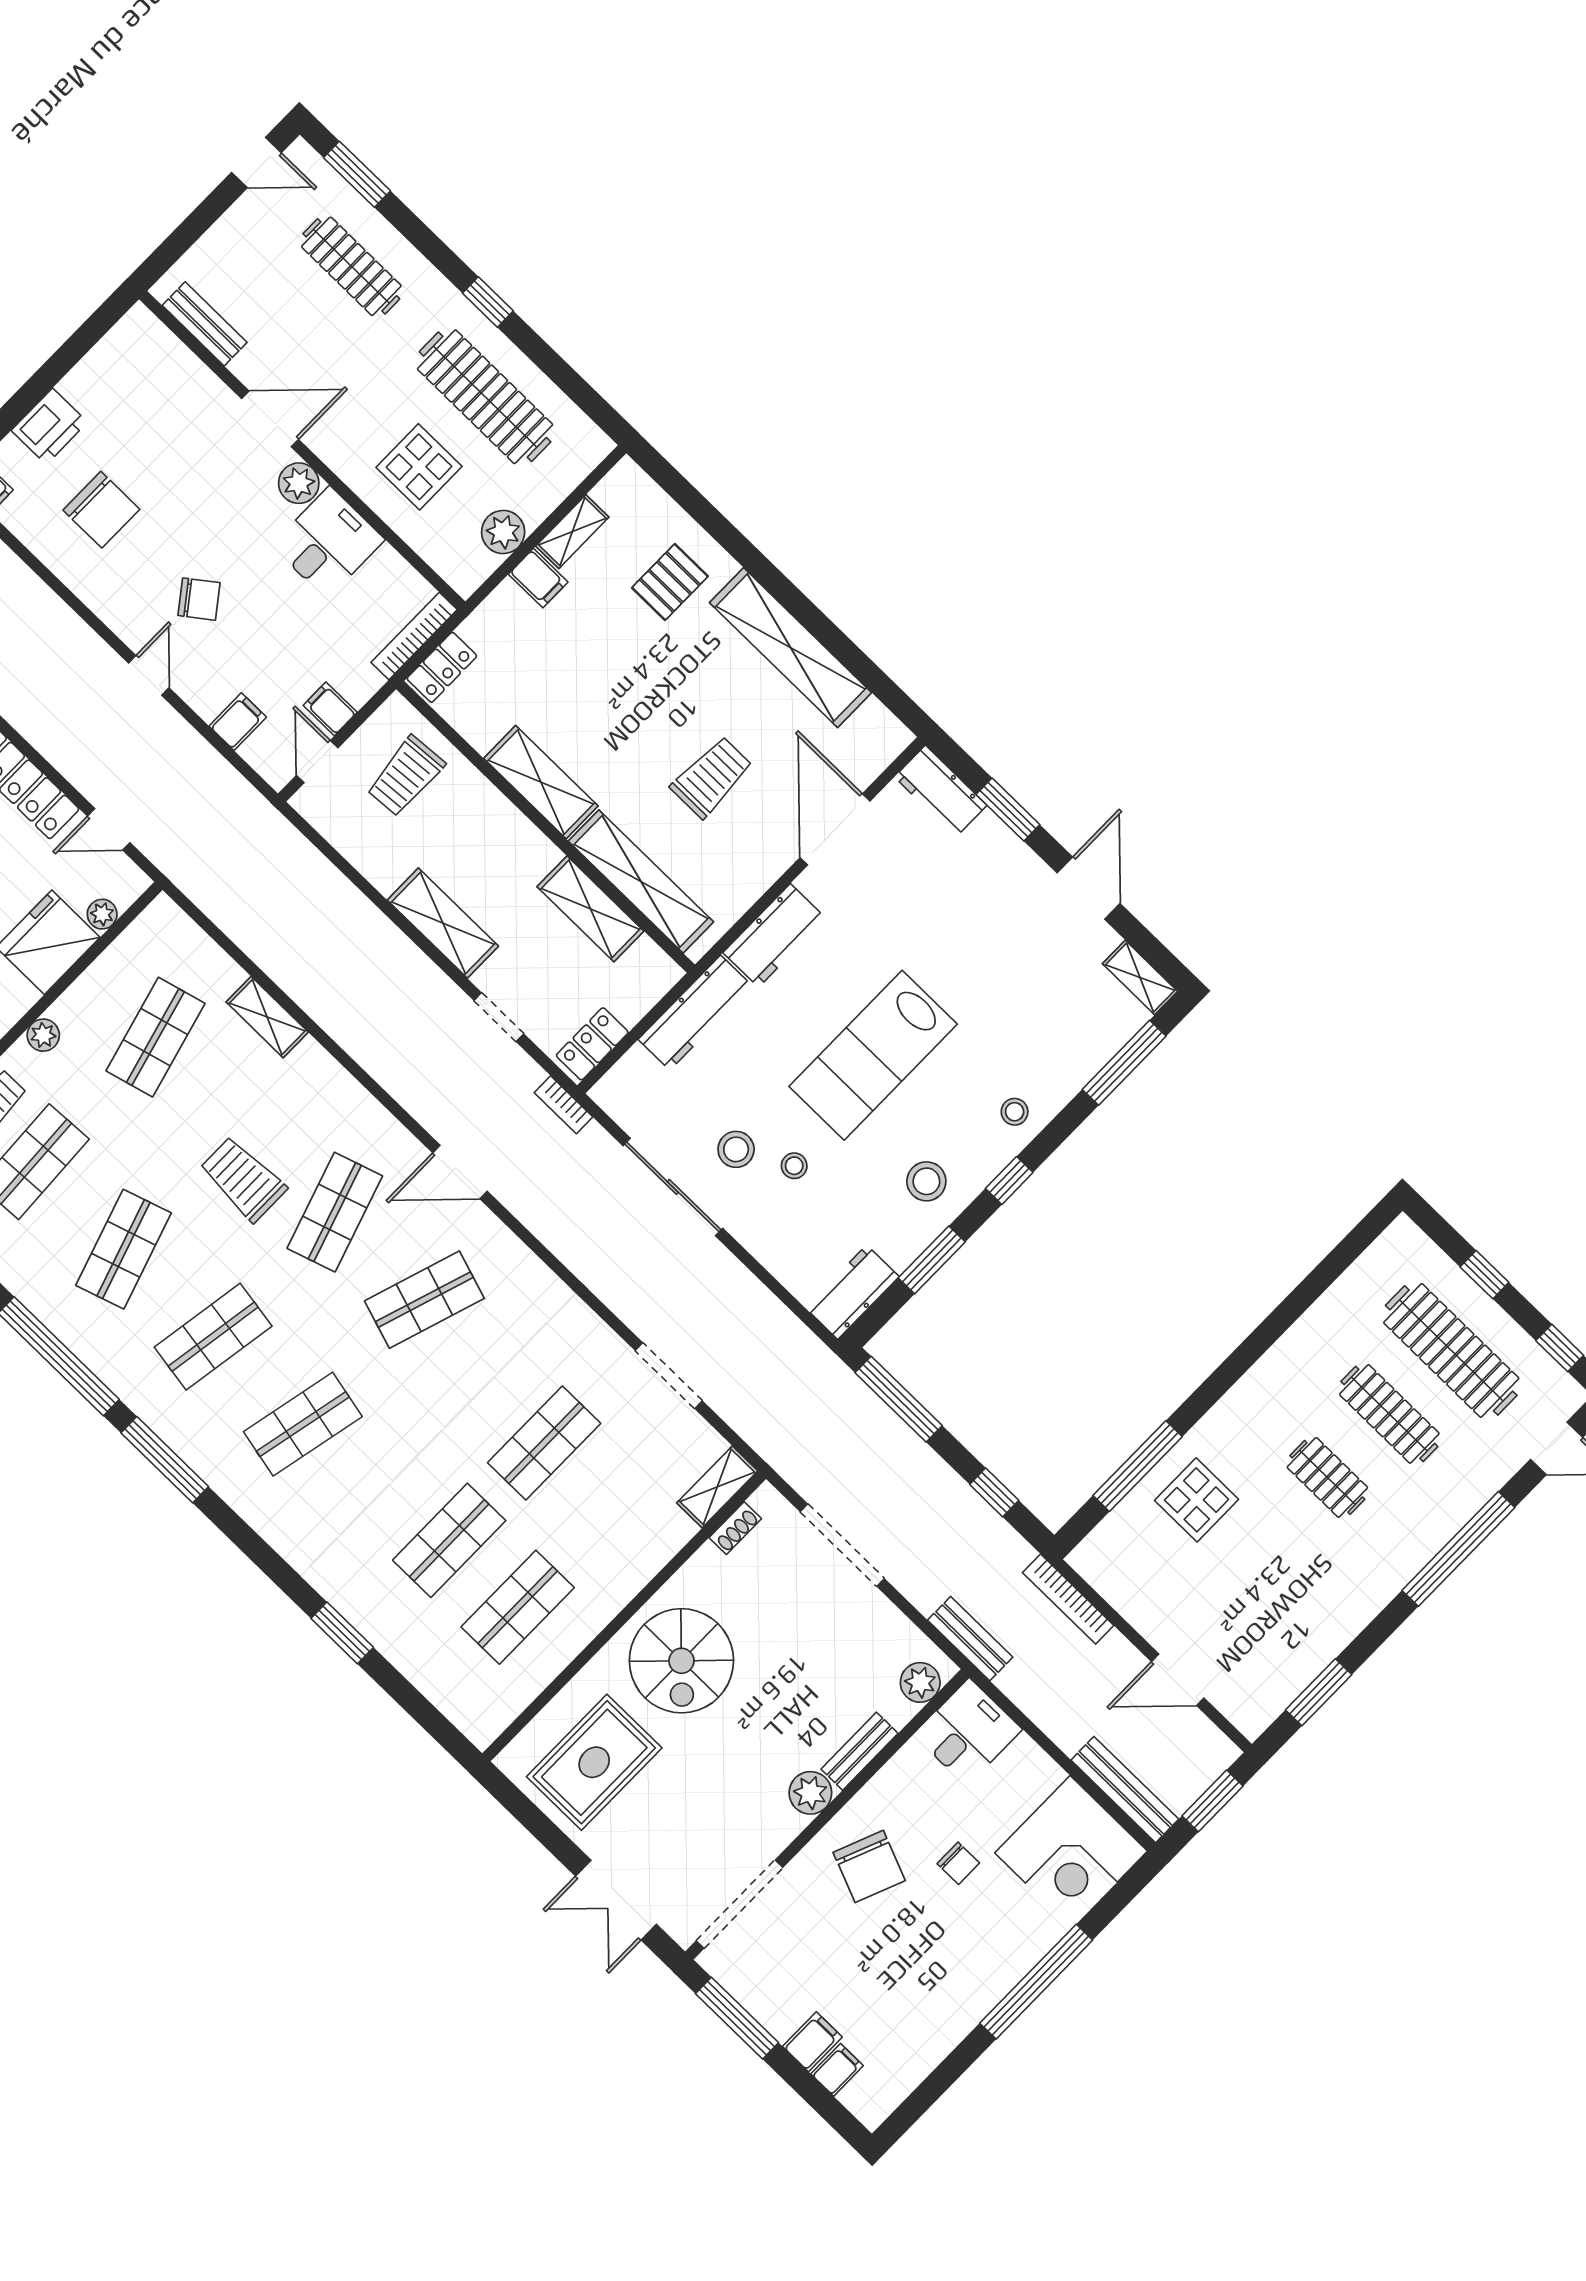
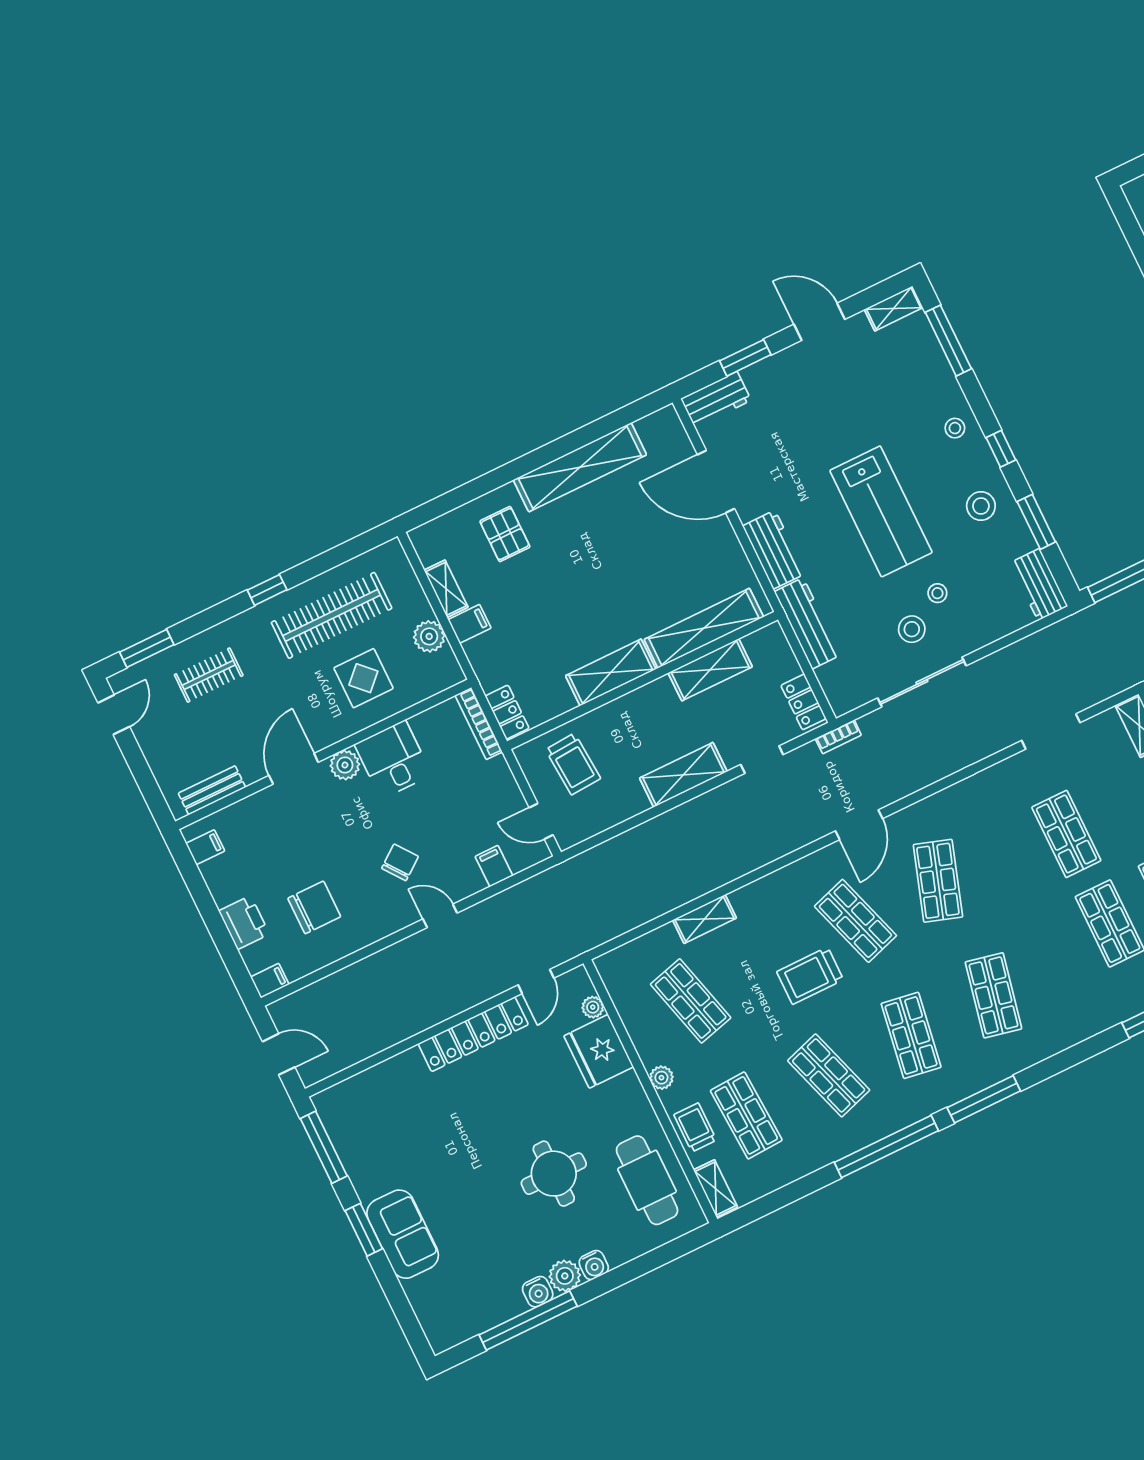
clothes rail: (351, 266) -> (209, 675), width x0.73
filing cabinet: (330, 709) -> (205, 847), moved, turned 180
trolley: (712, 777) -> (650, 554), removed

